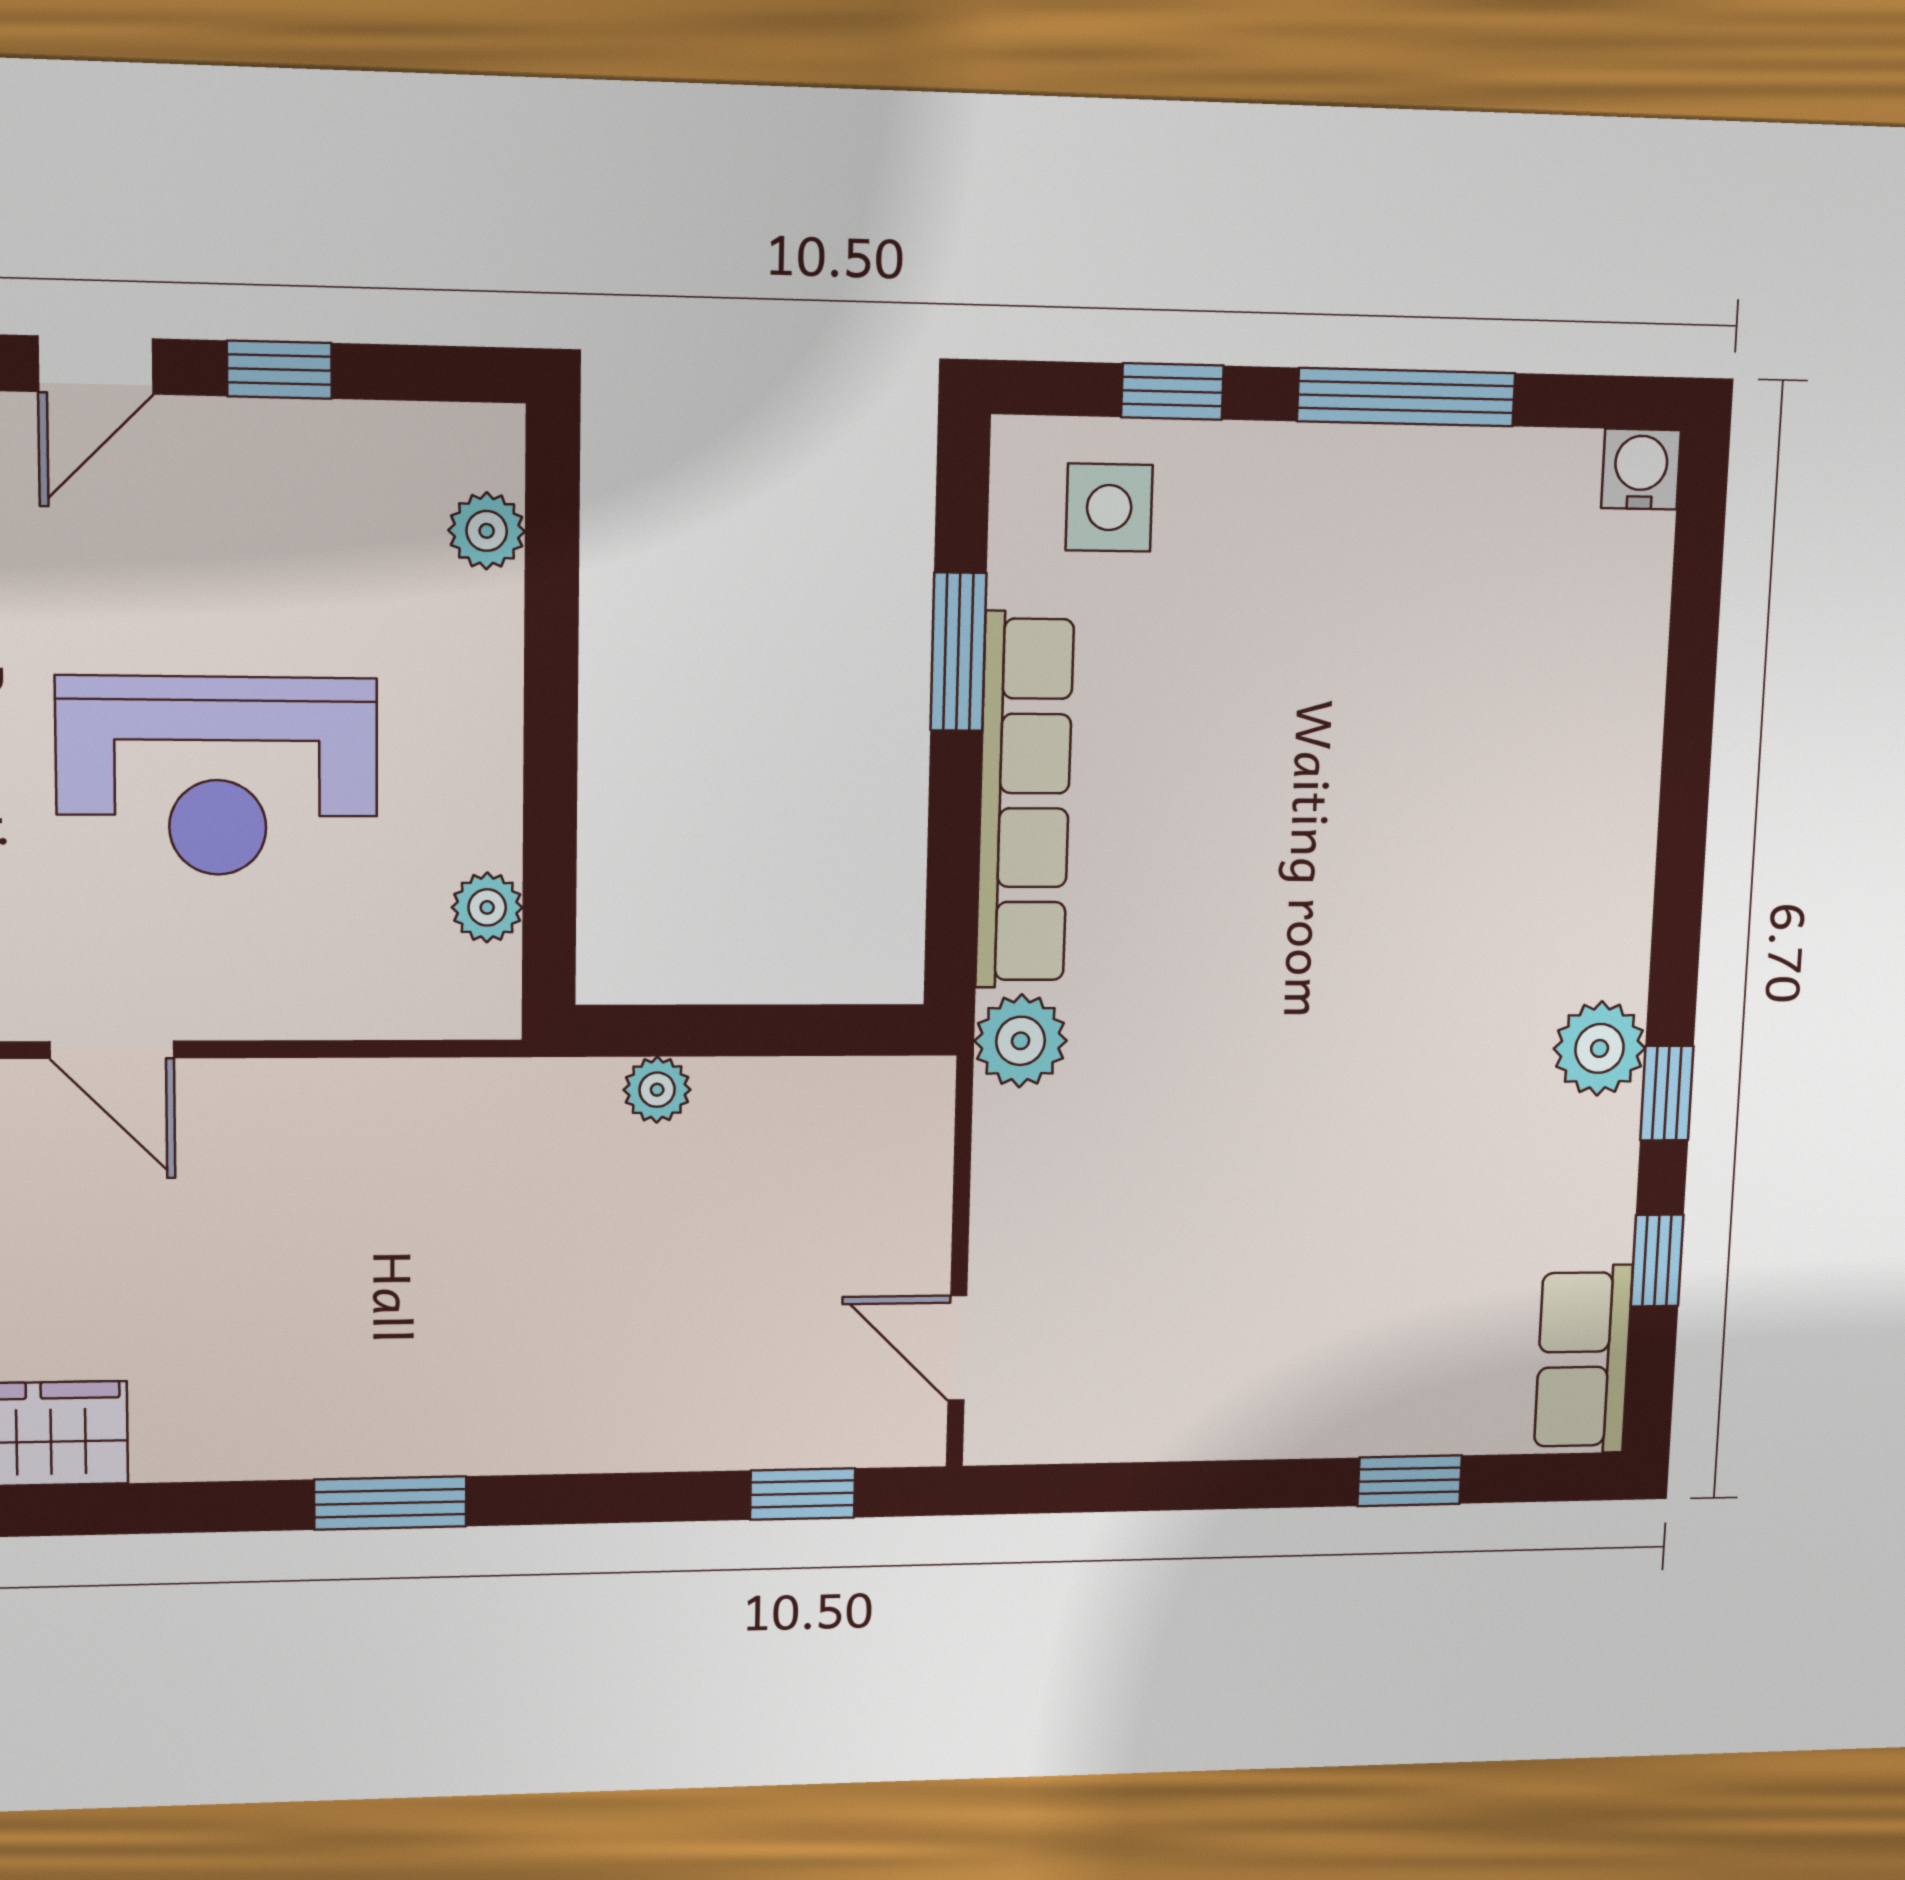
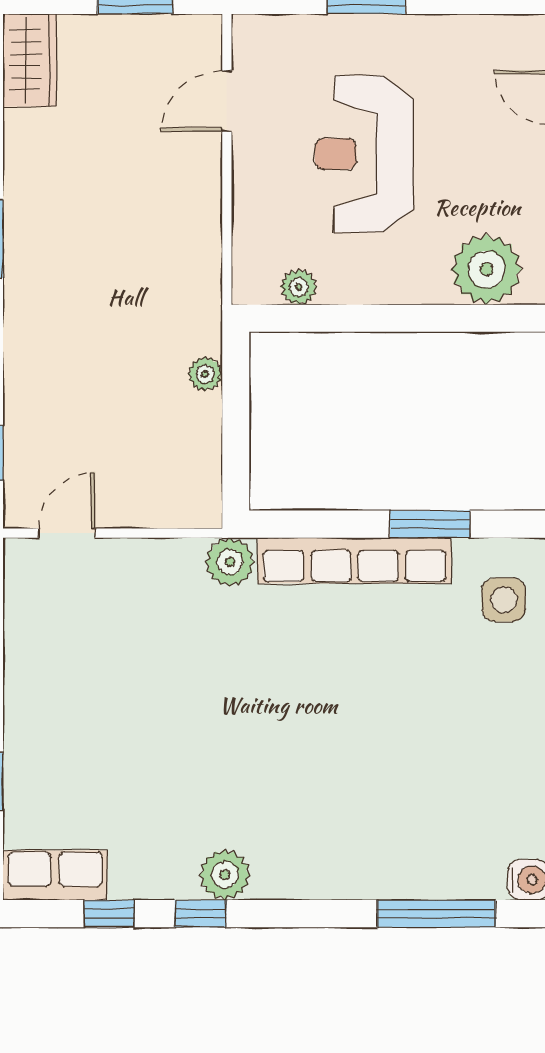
plant: (487, 531) -> (486, 269), width x1.88, depth x1.88
window: (1693, 649) -> (436, 914), added

